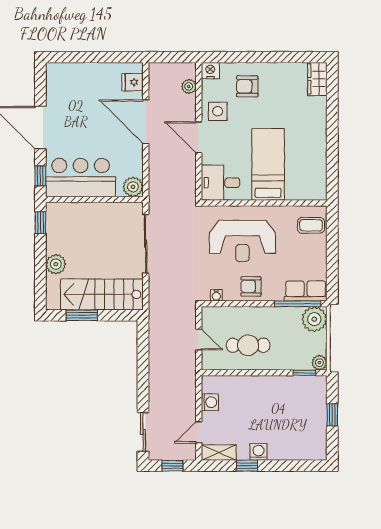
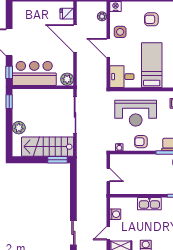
armchair: (247, 86) -> (151, 19), moved
window: (82, 315) -> (58, 160), moved
cafe table: (248, 345) -> (139, 178), removed
kitchen sink: (264, 385) -> (149, 204), added

